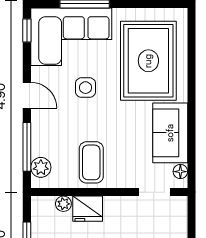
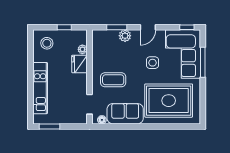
window: (27, 147) -> (117, 27), width x0.69
coffee table: (91, 162) -> (113, 80), moved
plant: (41, 167) -> (125, 36), moved

